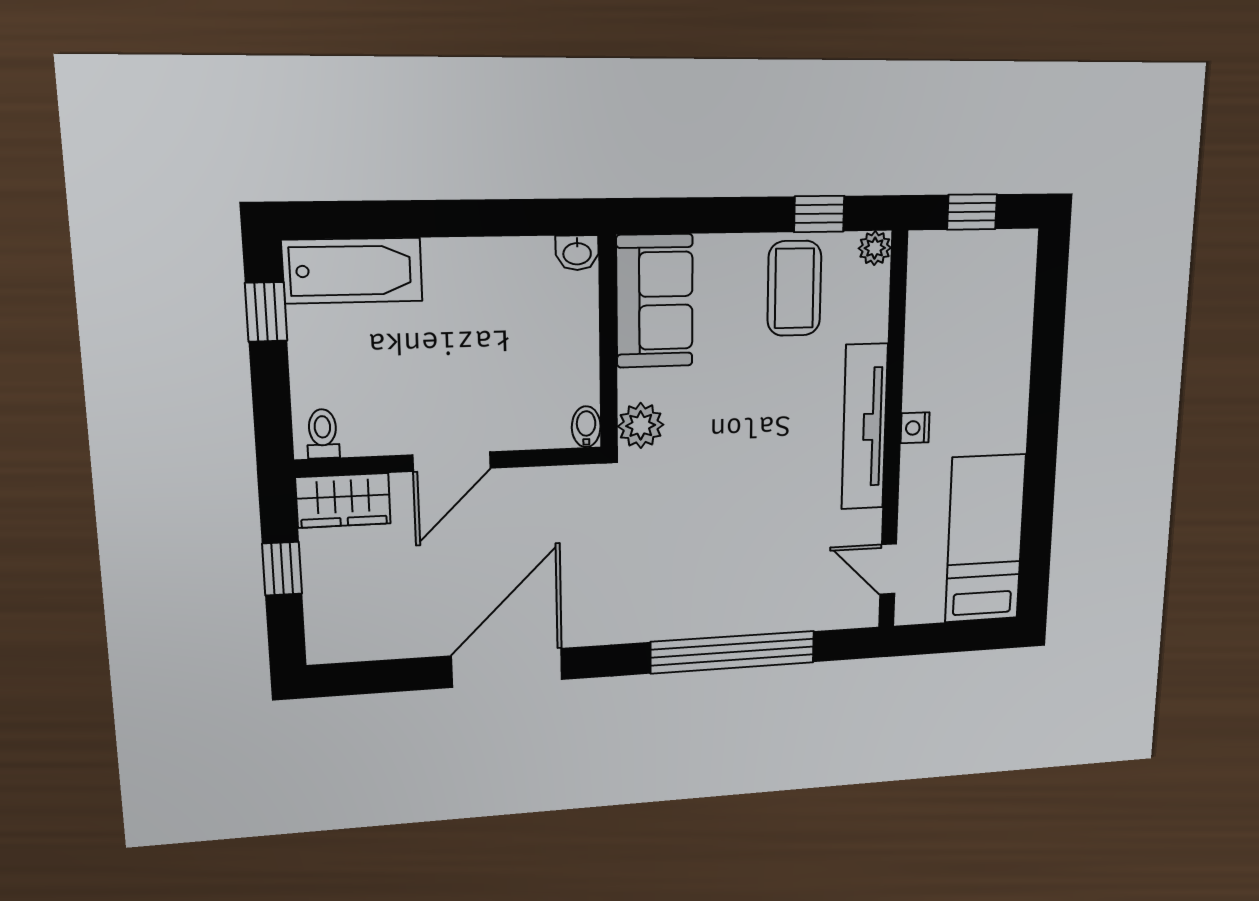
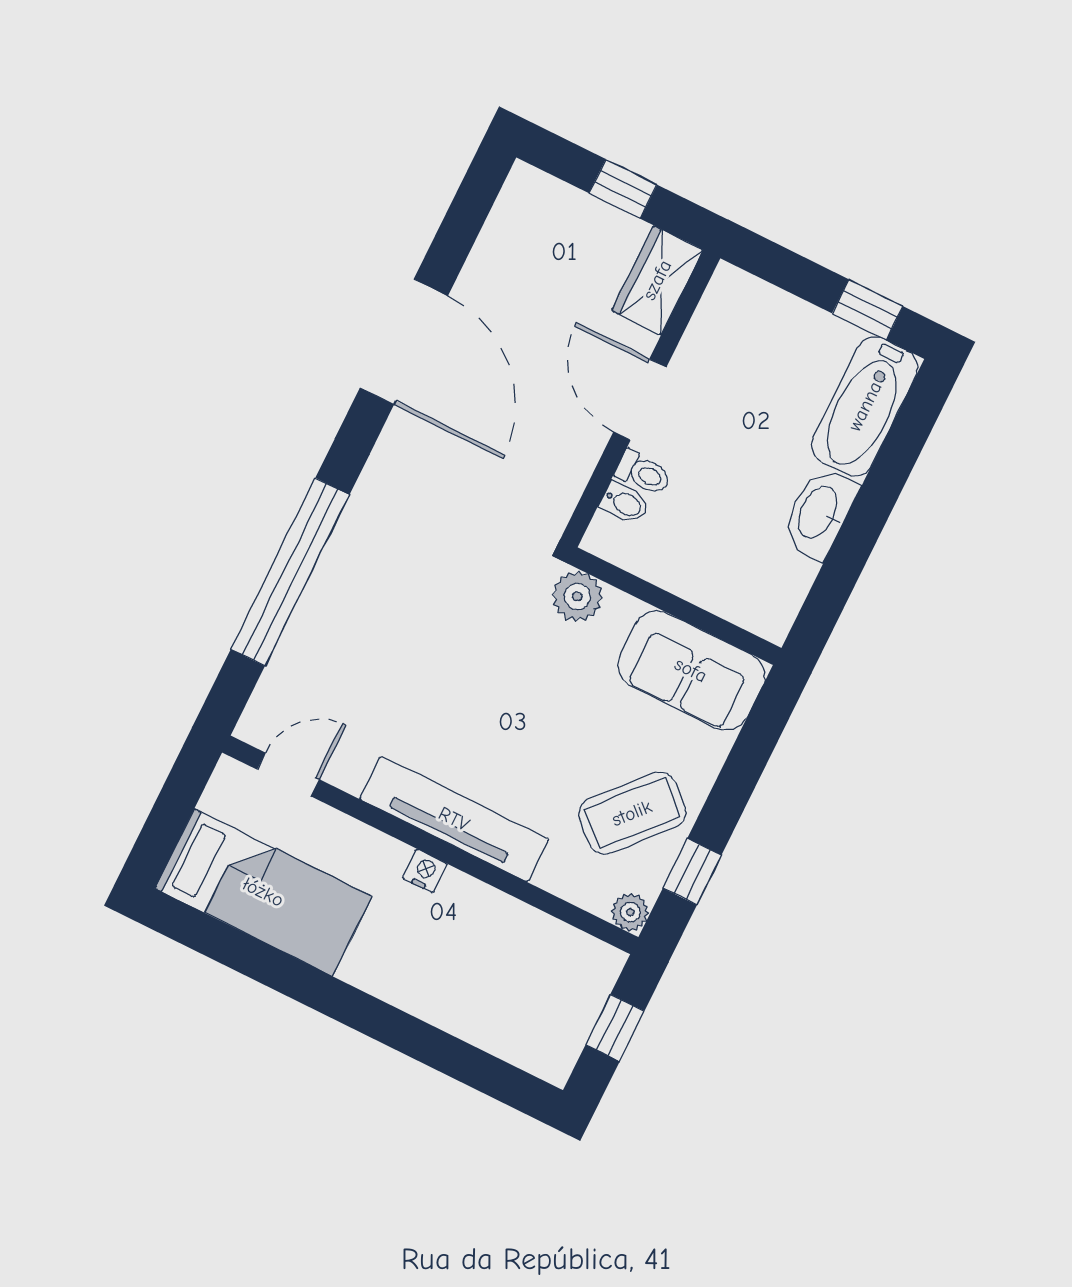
washbasin: (577, 253) -> (819, 513), moved, width x1.91, depth x1.45
coffee table: (794, 288) -> (632, 813), turned -48
bidet: (586, 427) -> (625, 503), moved
toilet: (323, 434) -> (643, 473), moved

